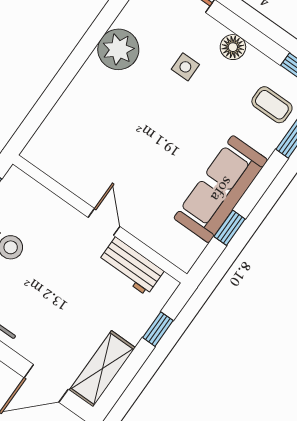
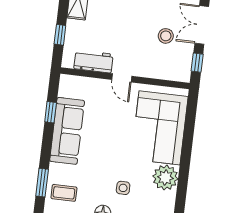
corner sofa: (89, 123) -> (160, 128), added

